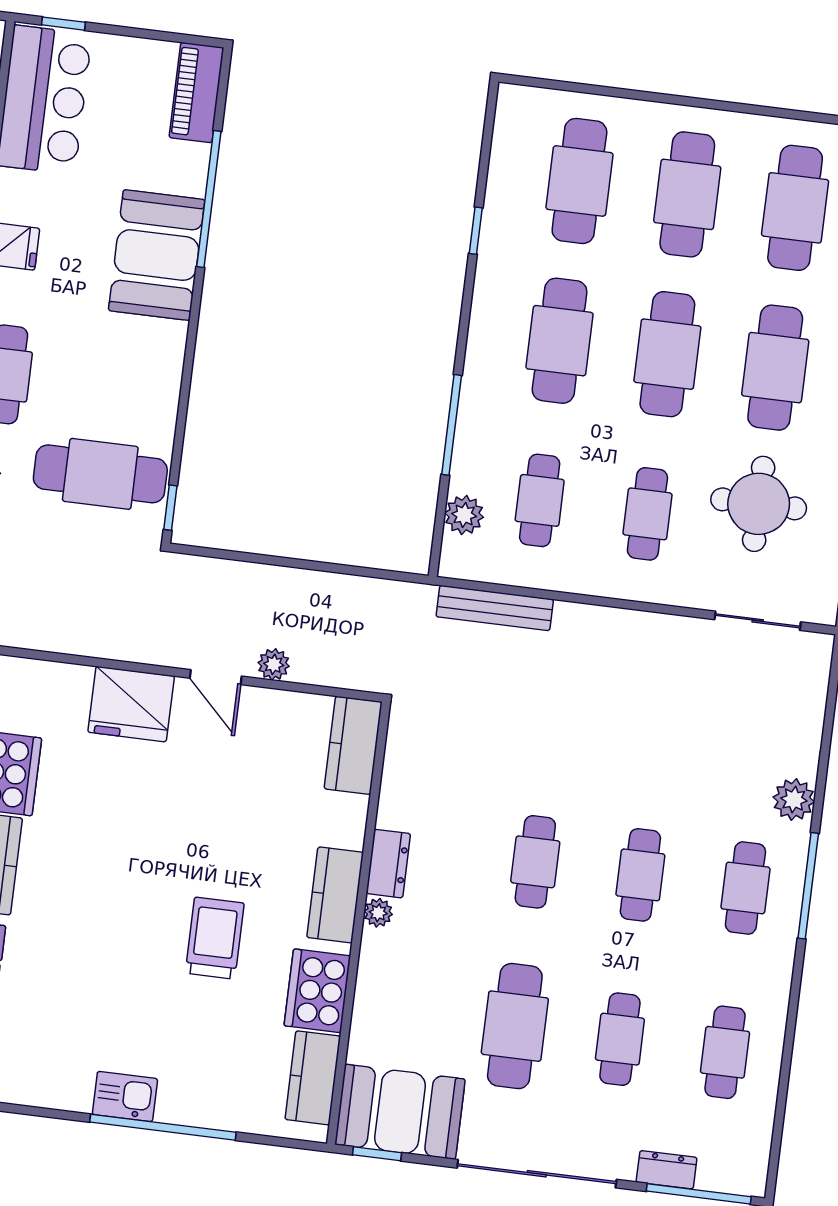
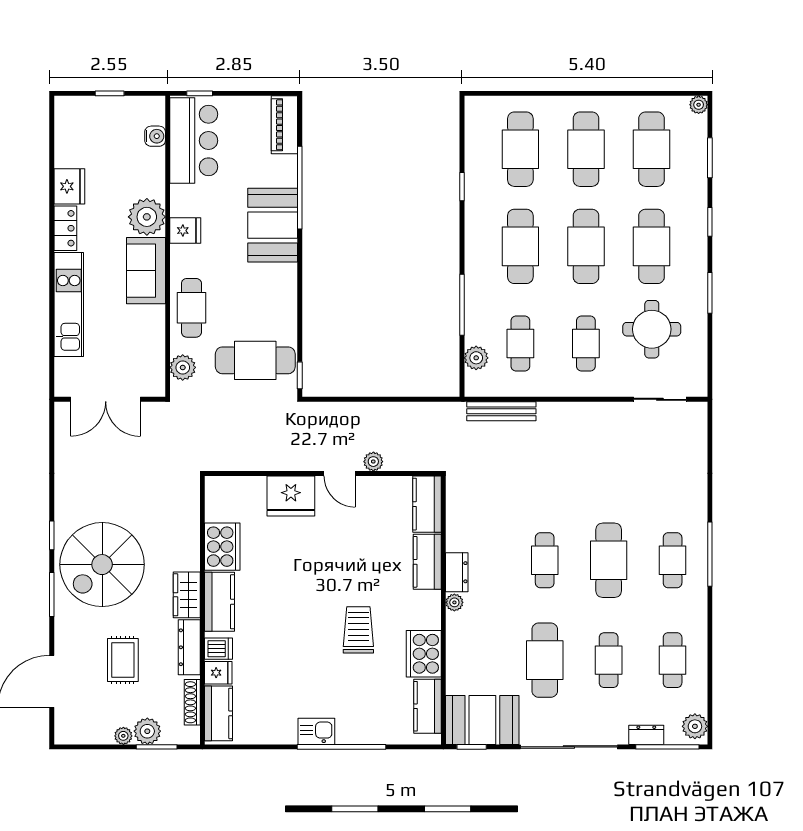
plant: (794, 800) -> (695, 726), moved
cafe table: (640, 875) -> (609, 560), width x1.37, depth x1.35
kitchen counter: (335, 895) -> (427, 562), moved

